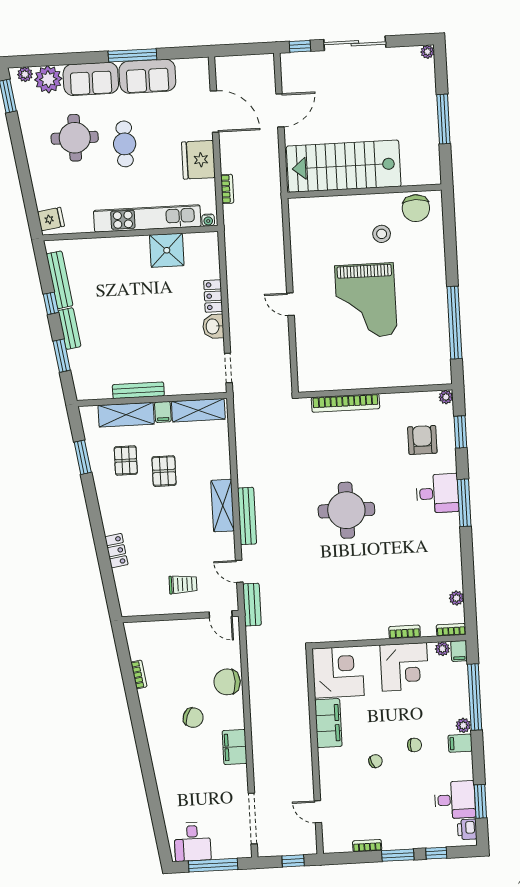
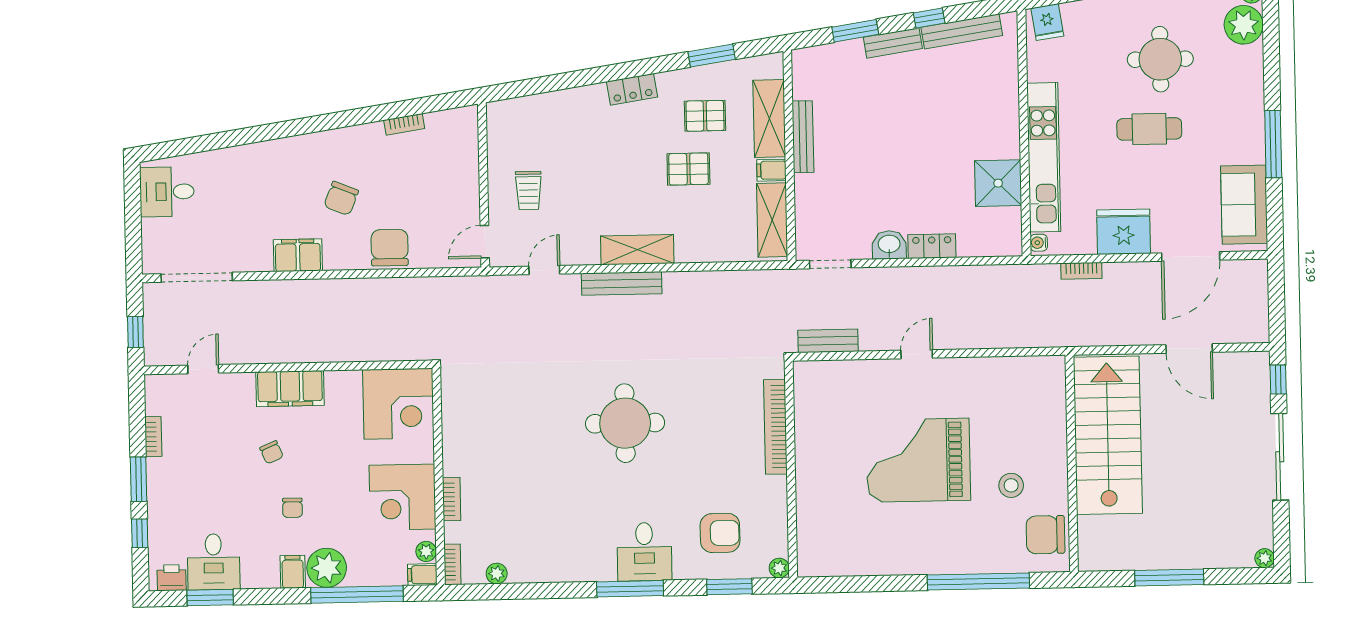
sofa: (147, 76) -> (1244, 205), moved
sofa: (91, 79) -> (1242, 85), removed
window: (454, 323) -> (978, 581), moved
locker: (116, 551) -> (632, 89), moved
bench: (252, 605) -> (828, 341), moved
filing cabinet: (328, 723) -> (290, 389), moved
plant: (463, 725) -> (327, 568), width x1.88, depth x1.88
window: (213, 865) -> (133, 220), removed

